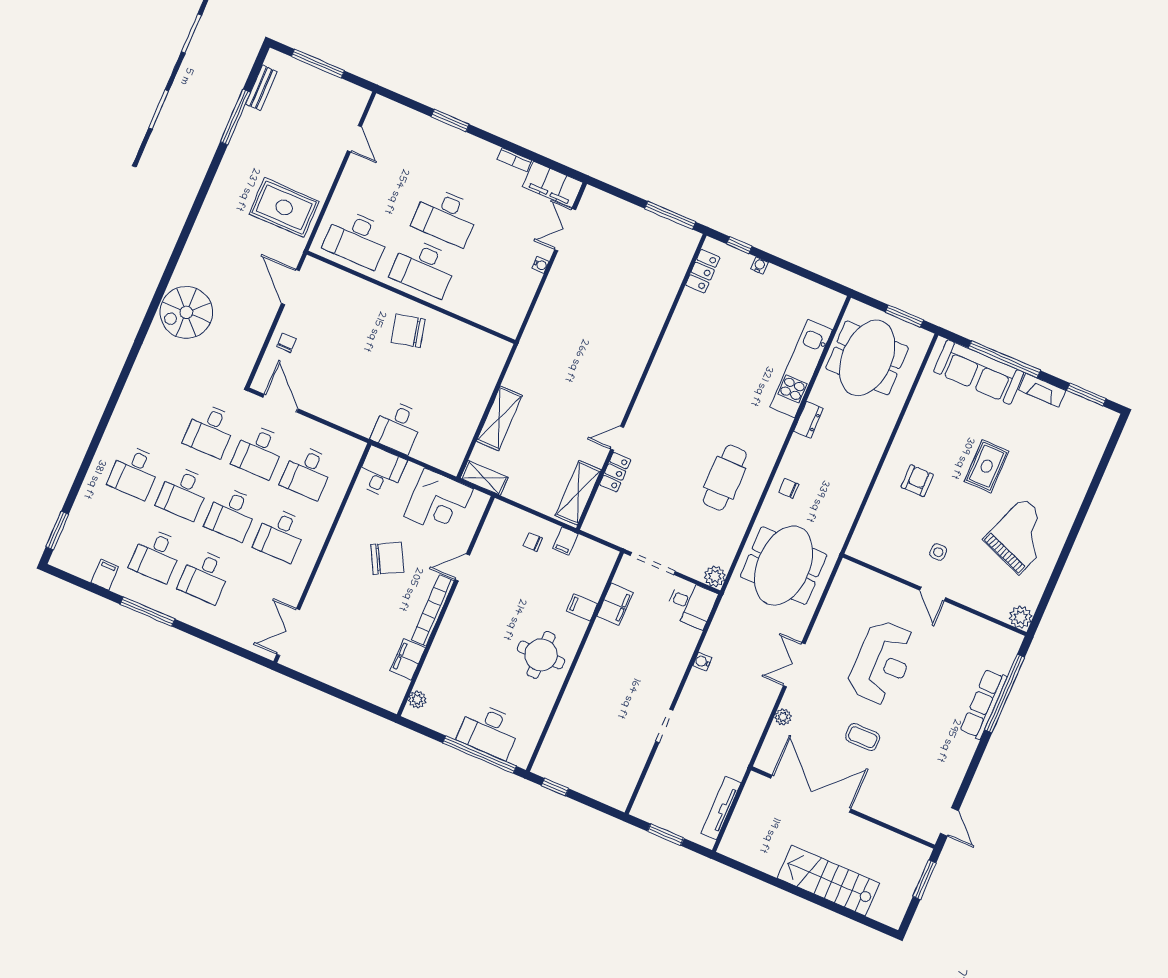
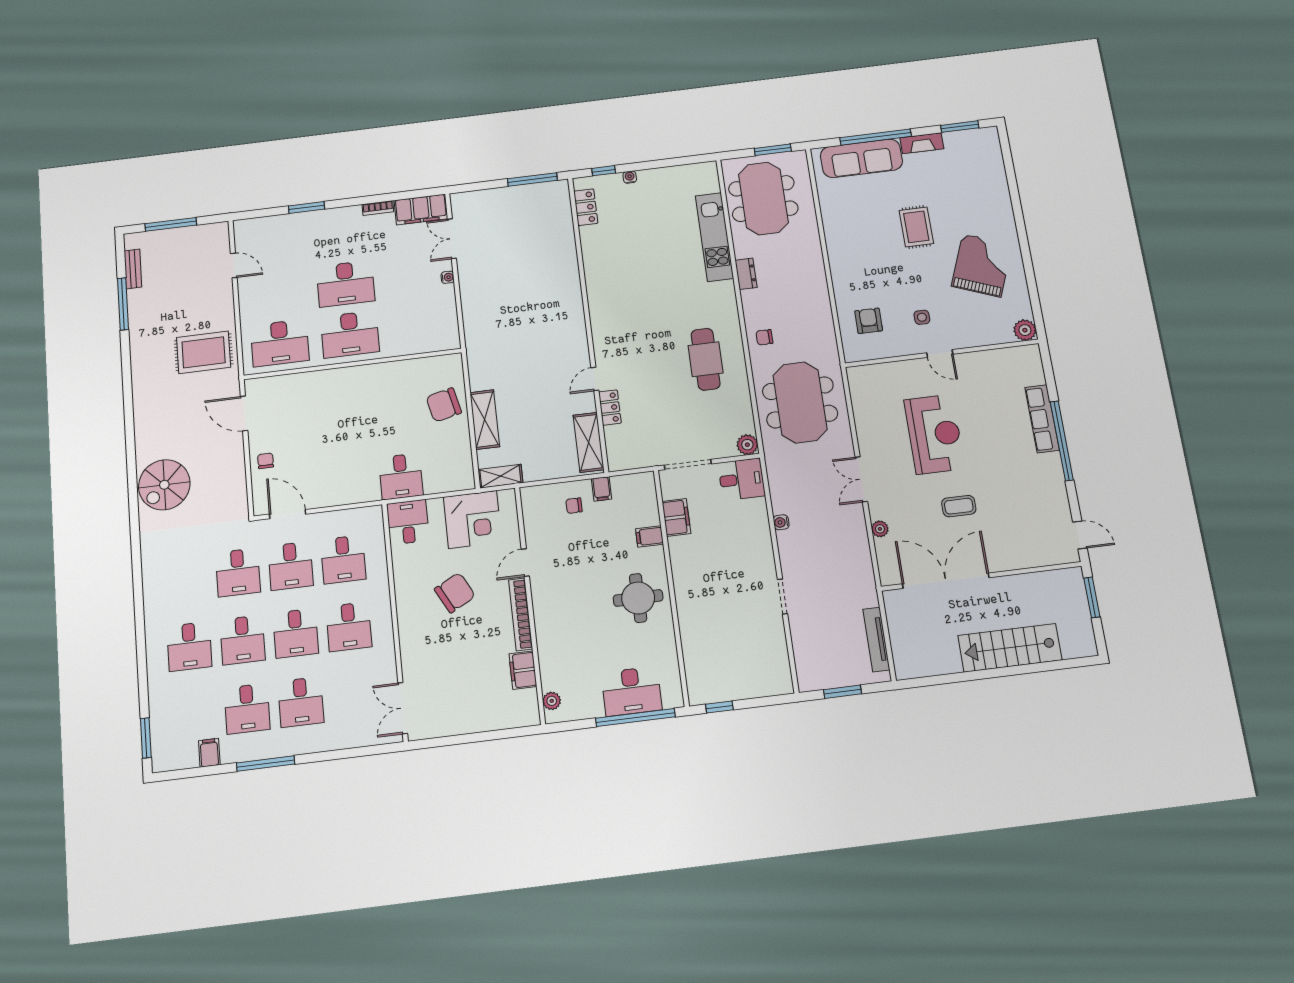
chair: (408, 331) -> (444, 405), moved
armchair: (917, 481) -> (869, 321), moved
window: (1005, 694) -> (1062, 441), moved

